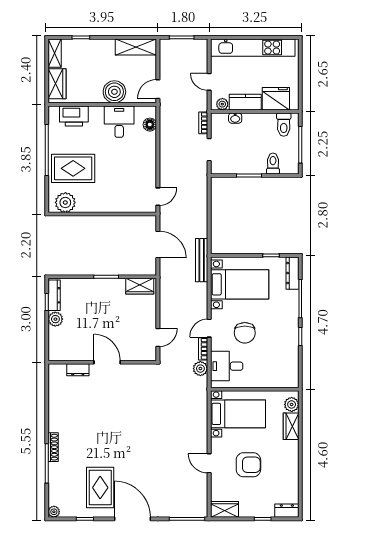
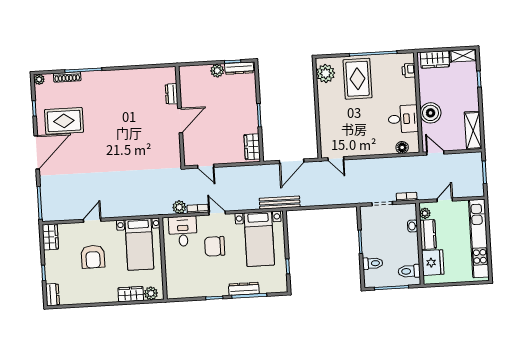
printer: (74, 116) -> (409, 70), width x0.53, depth x0.68
dresser: (293, 273) -> (244, 289), moved
shoe rack: (53, 447) -> (67, 77), moved

